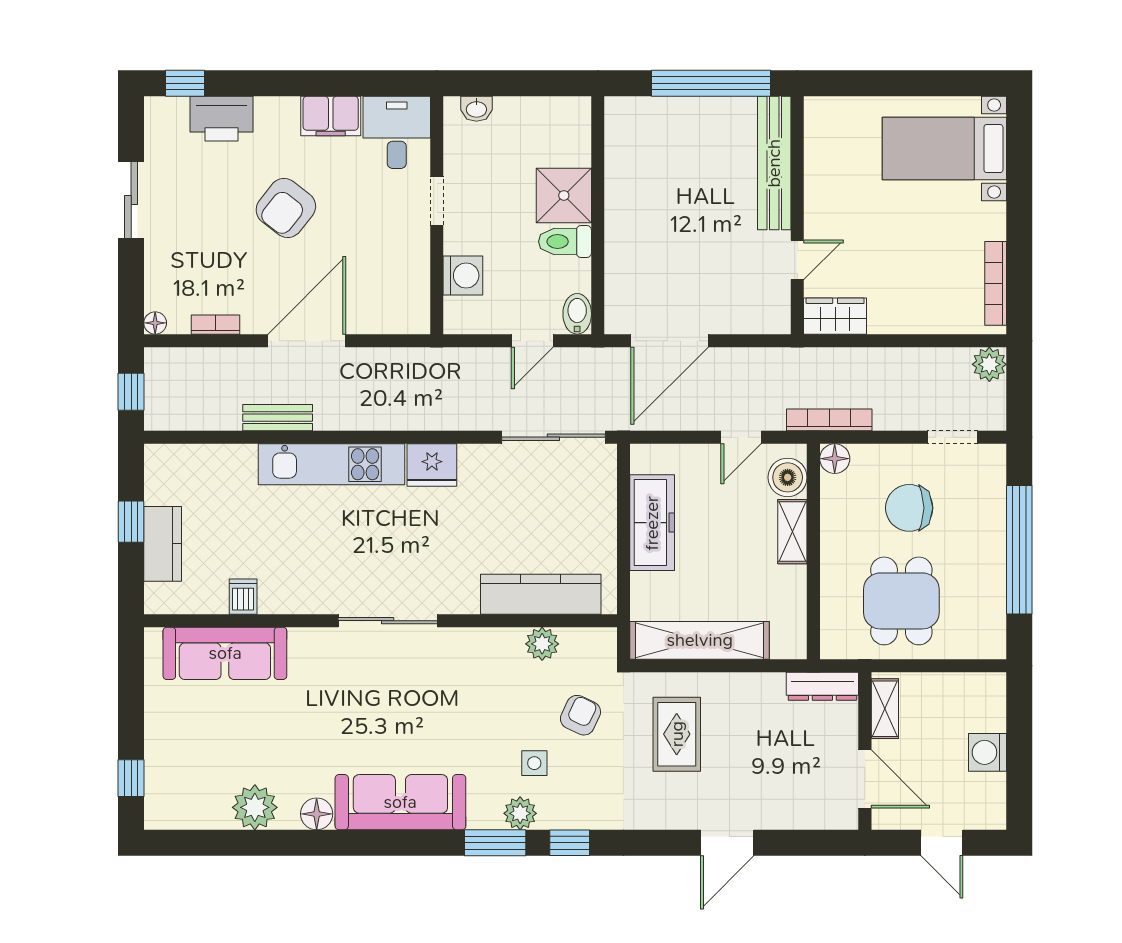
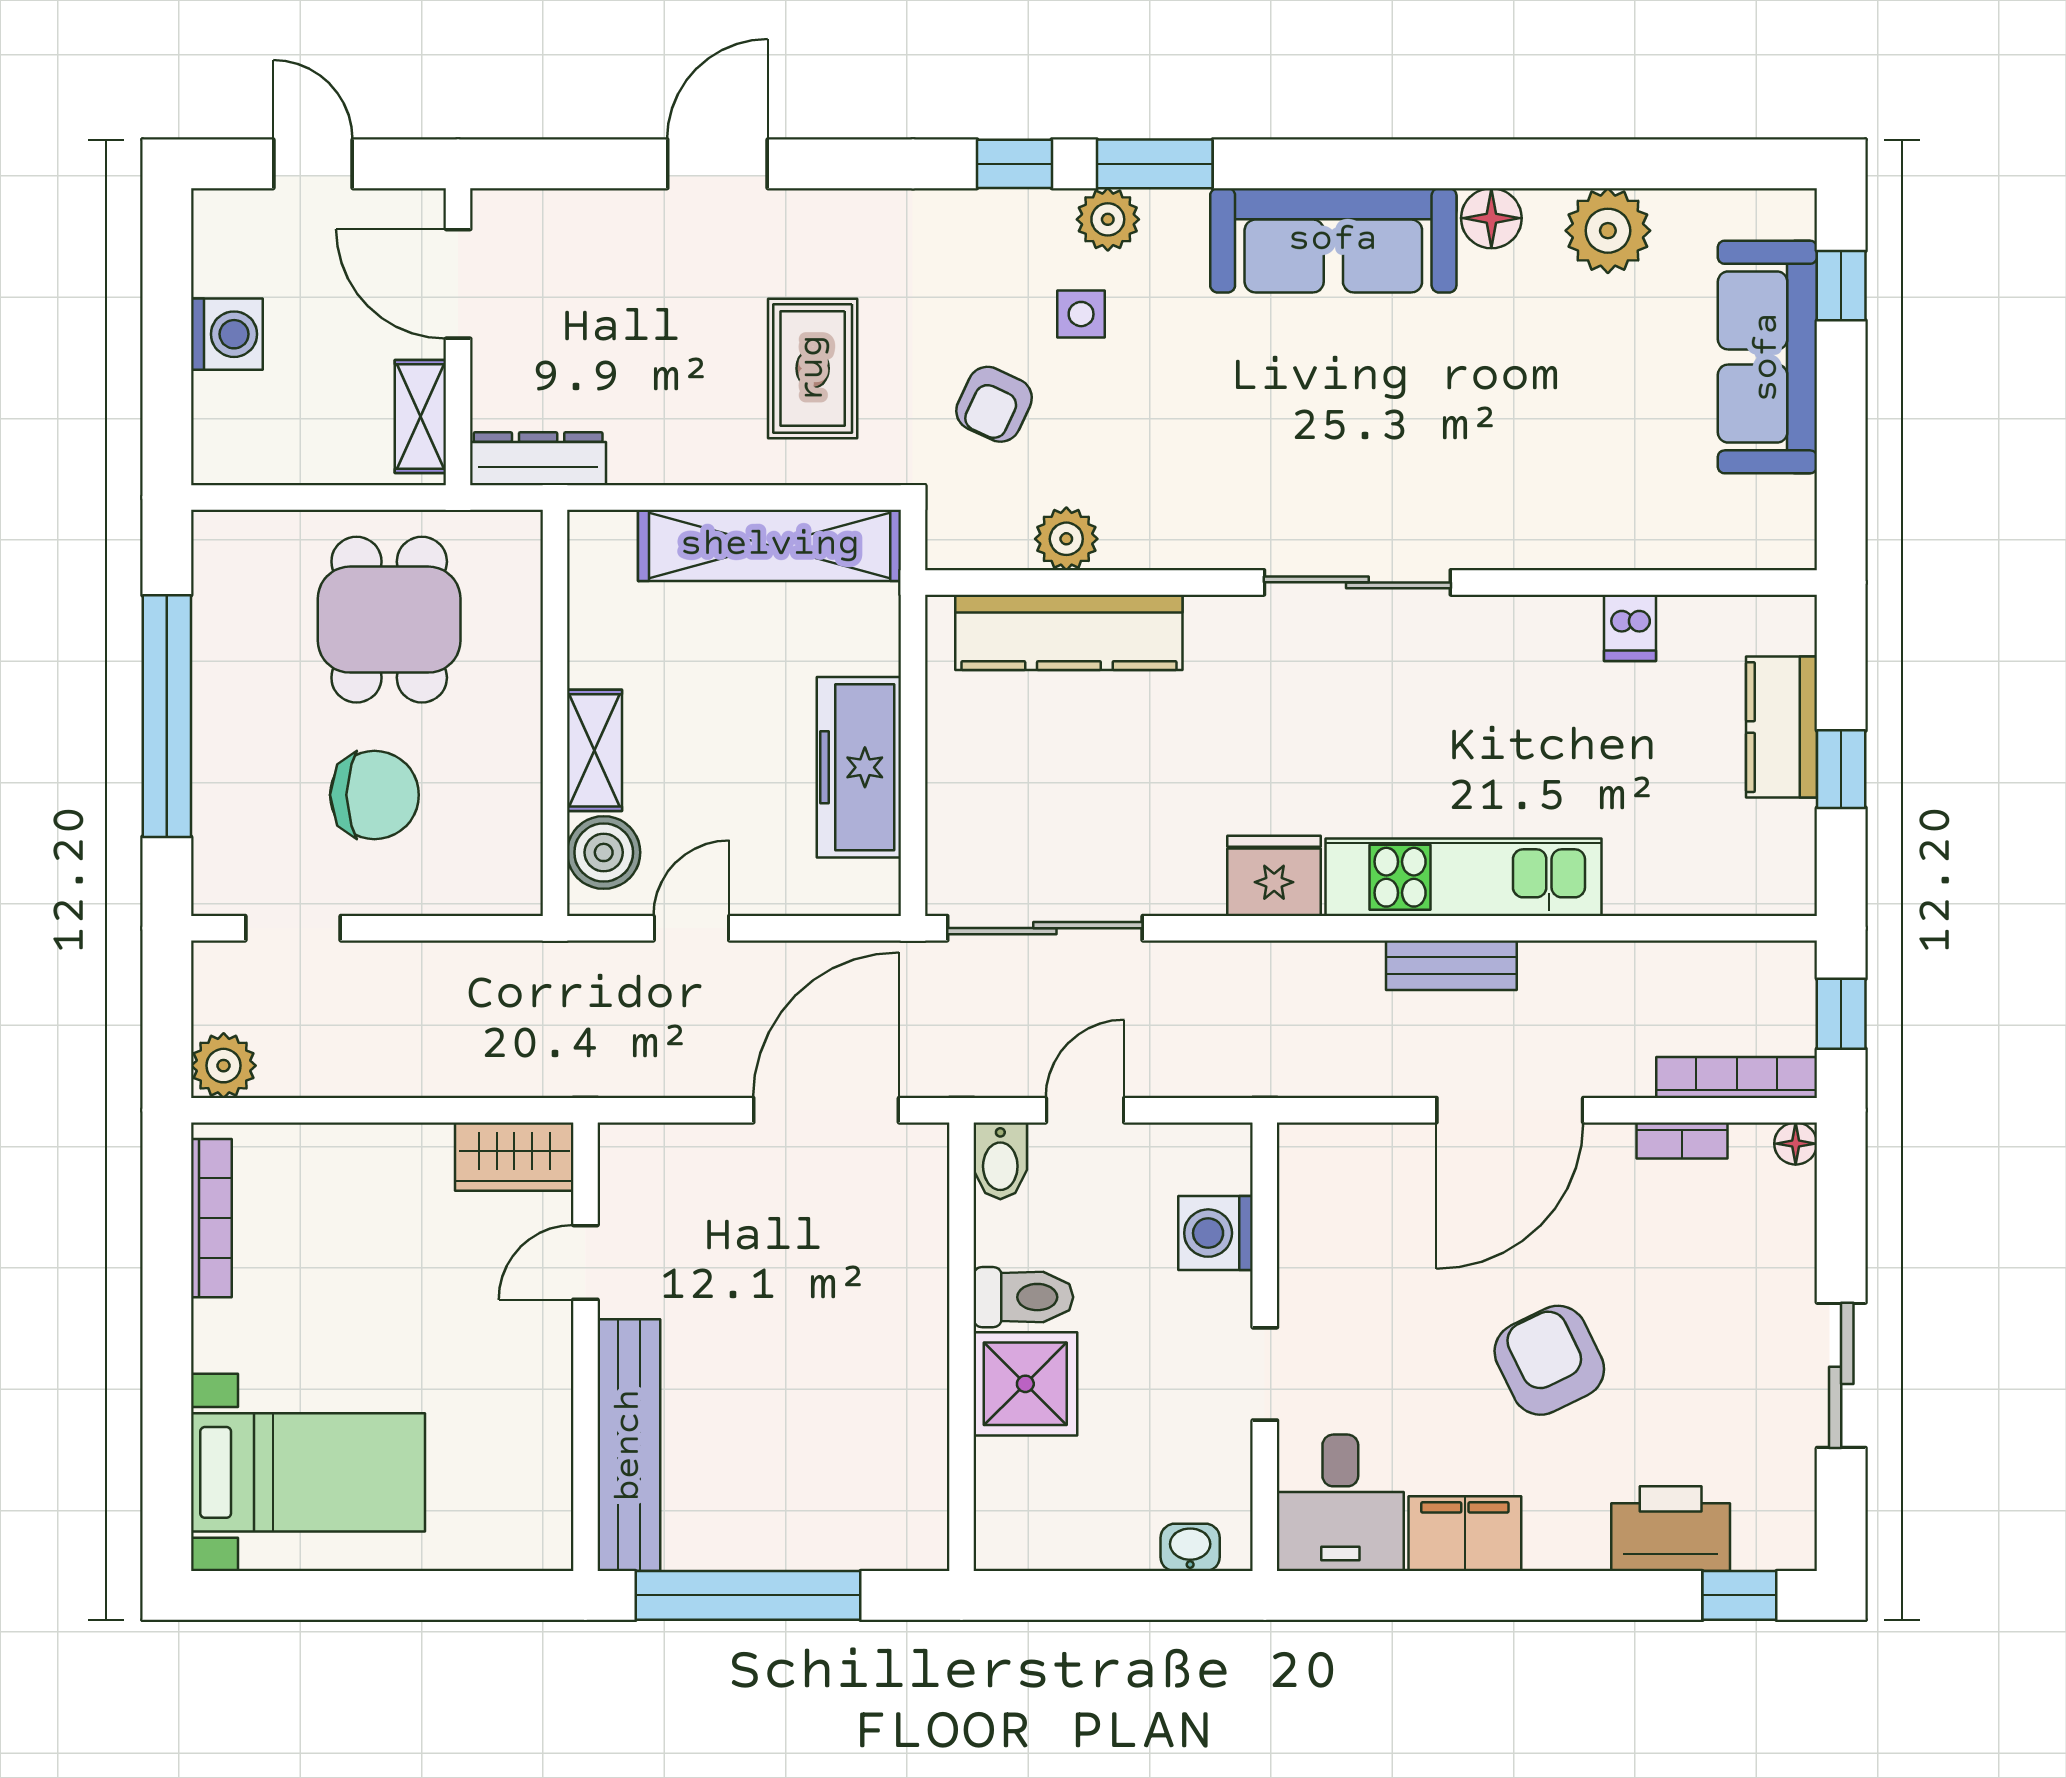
armchair: (286, 208) -> (1549, 1360), turned -64
bench: (278, 418) -> (1451, 965), moved
bookcase: (829, 420) -> (1737, 1077), moved, turned 180
floor lamp: (835, 459) -> (515, 888), removed
sofa: (225, 653) -> (1767, 357), moved, turned -90

